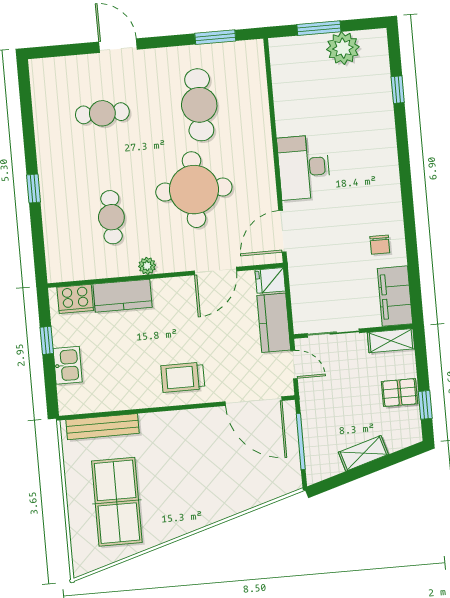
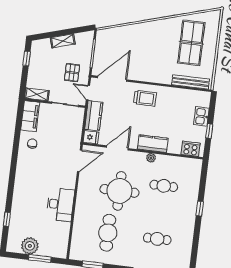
desk: (304, 167) -> (60, 204), moved
cafe table: (111, 217) -> (164, 186), turned 90
kitchen counter: (123, 296) -> (153, 144), moved
pallet: (399, 393) -> (72, 73), moved, turned 90
door: (253, 401) -> (112, 79), hinge flipped

